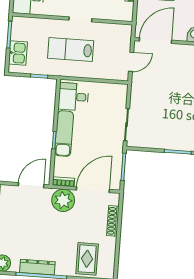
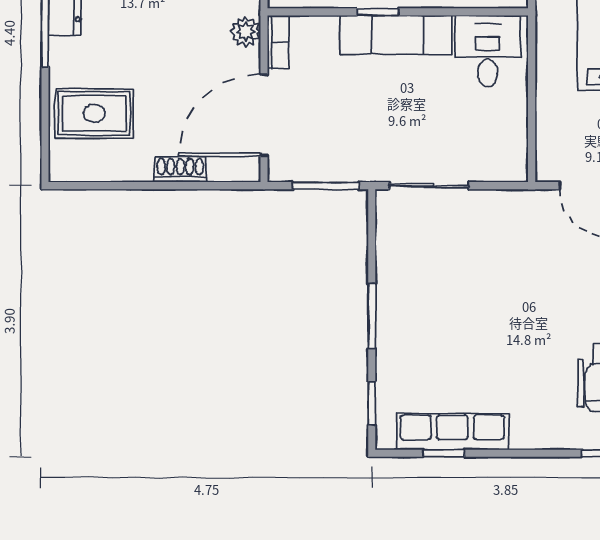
door: (93, 190) -> (264, 115), swing flipped
plant: (63, 200) -> (246, 32), width x0.53, depth x0.53
shoe rack: (113, 221) -> (180, 170), width x0.70

